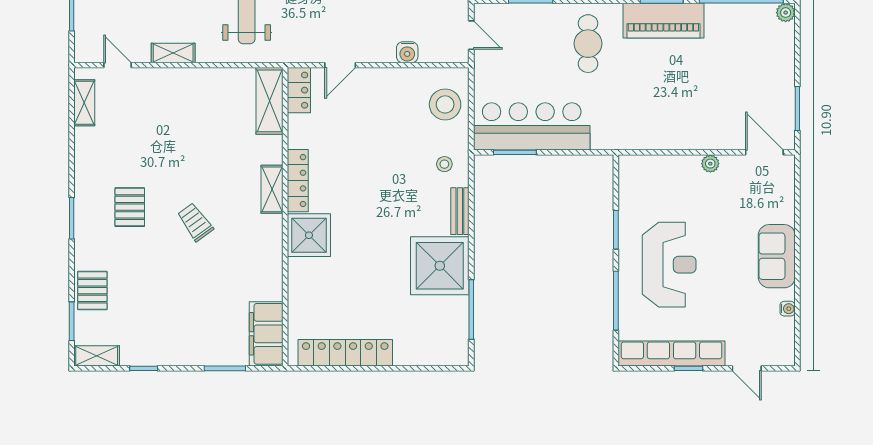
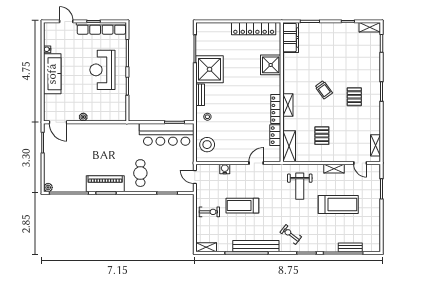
locker: (299, 90) -> (275, 135), moved
shower: (309, 235) -> (271, 65), moved
sofa: (777, 256) -> (52, 74), width x1.36
pallet: (92, 291) -> (322, 136), moved

